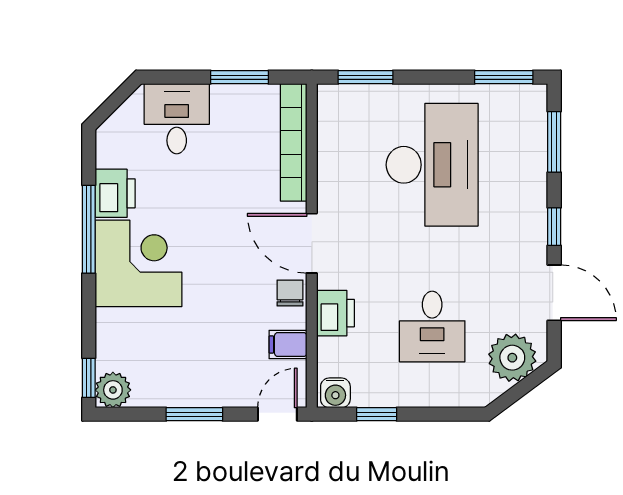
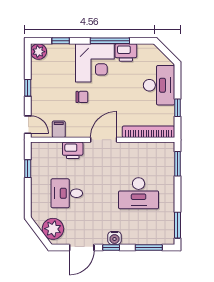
window: (240, 77) -> (177, 108), width x0.67
desk: (177, 119) -> (159, 85), width x1.37
desk: (432, 165) -> (139, 193), width x0.73, depth x0.77
chair: (290, 293) -> (82, 97), moved
window: (89, 378) -> (61, 41), moved
water cooler: (335, 393) -> (115, 238), moved, turned -90
window: (194, 414) -> (28, 88), width x0.67

